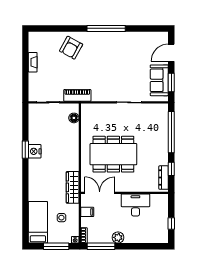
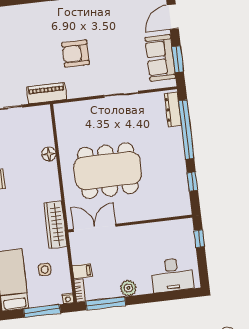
armchair: (71, 48) -> (75, 54), moved, turned 61
floor lamp: (74, 118) -> (49, 154), moved
dresser: (164, 178) -> (173, 109), moved
desk: (135, 205) -> (172, 275), moved, turned 180
filing cabinet: (87, 212) -> (82, 271), moved
window: (171, 224) -> (199, 239), moved

